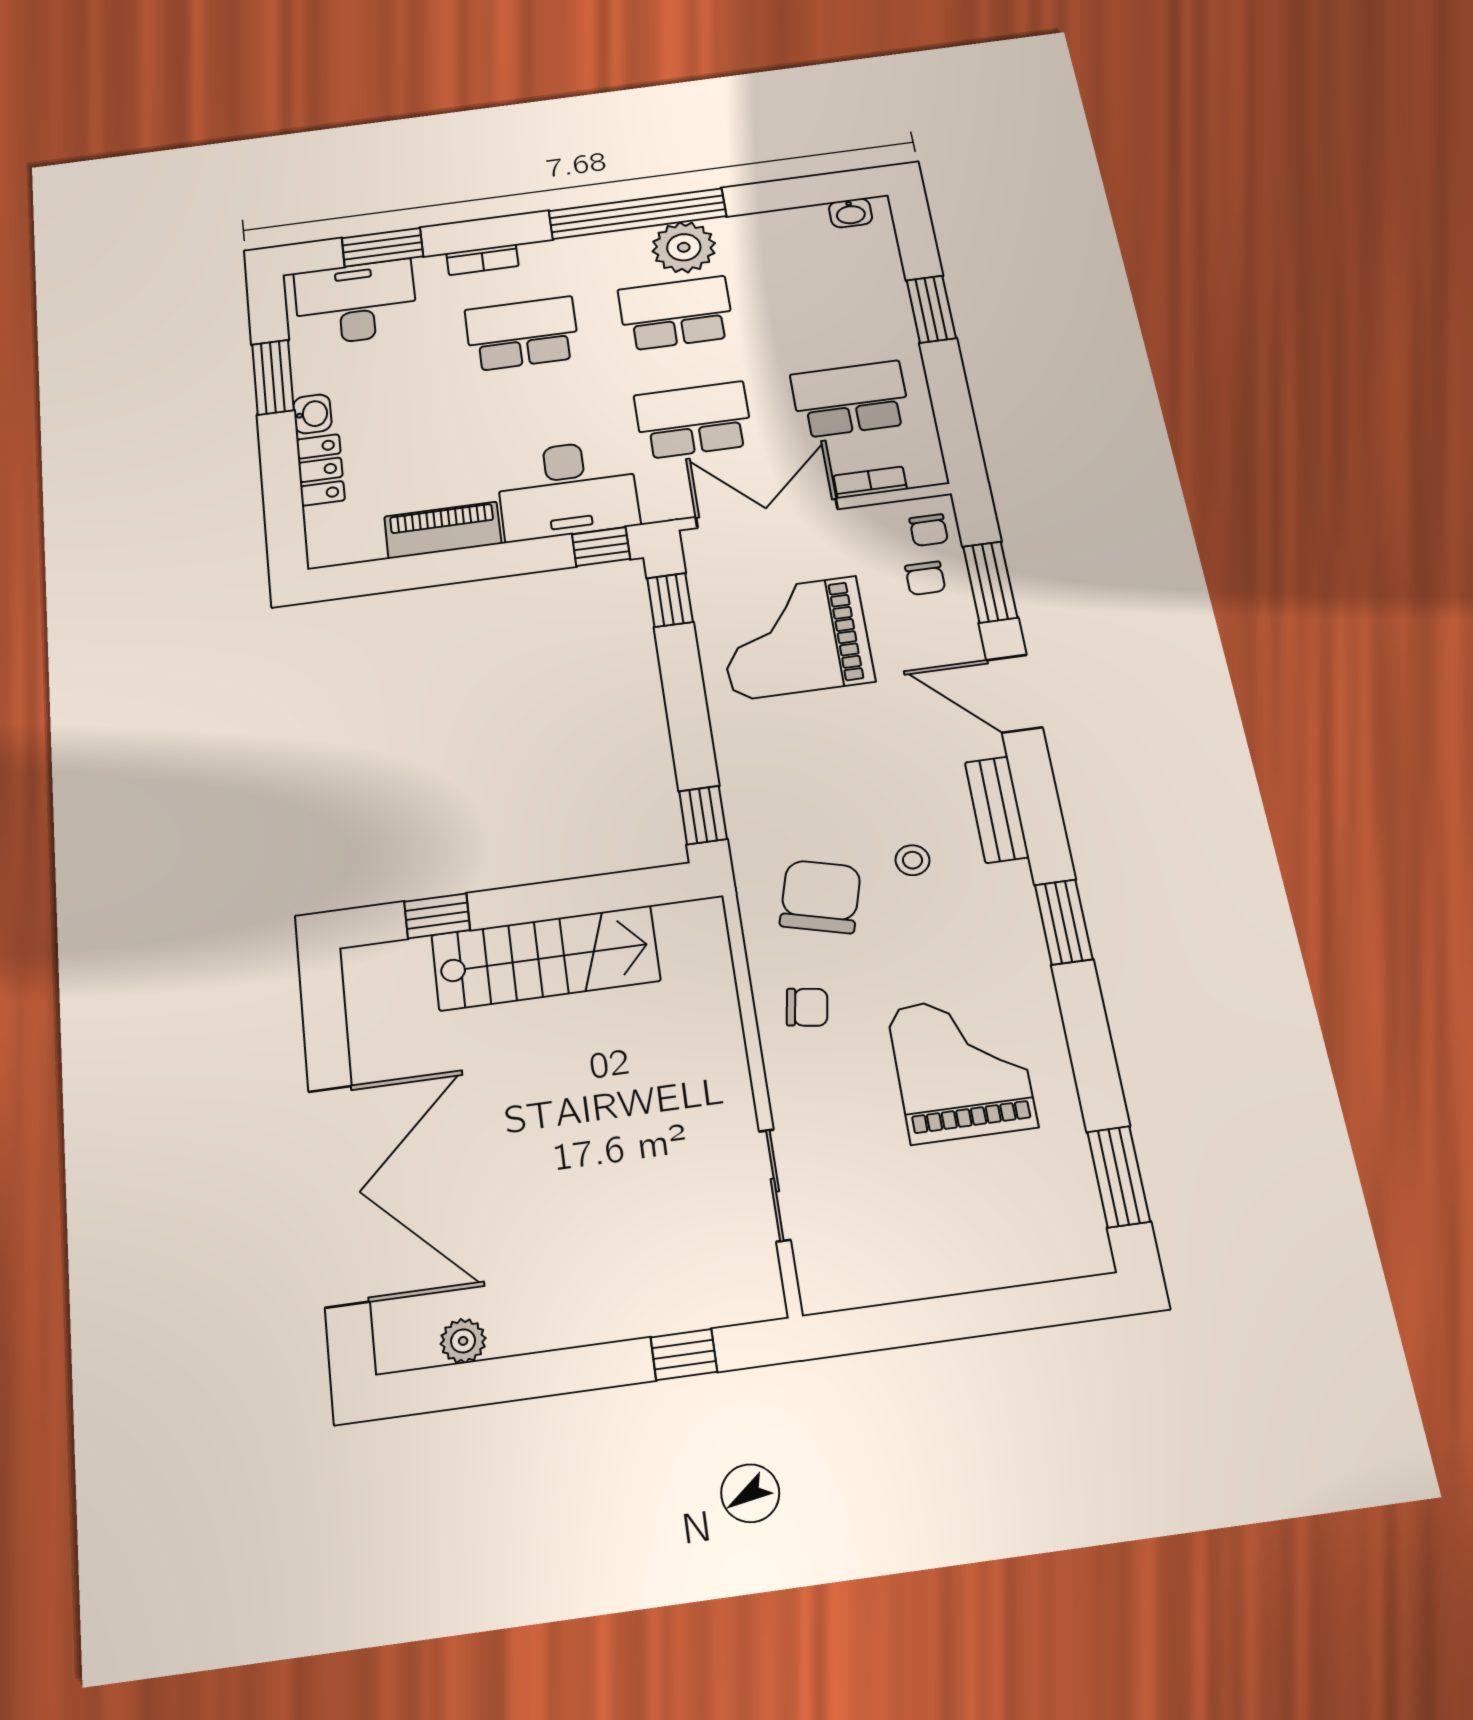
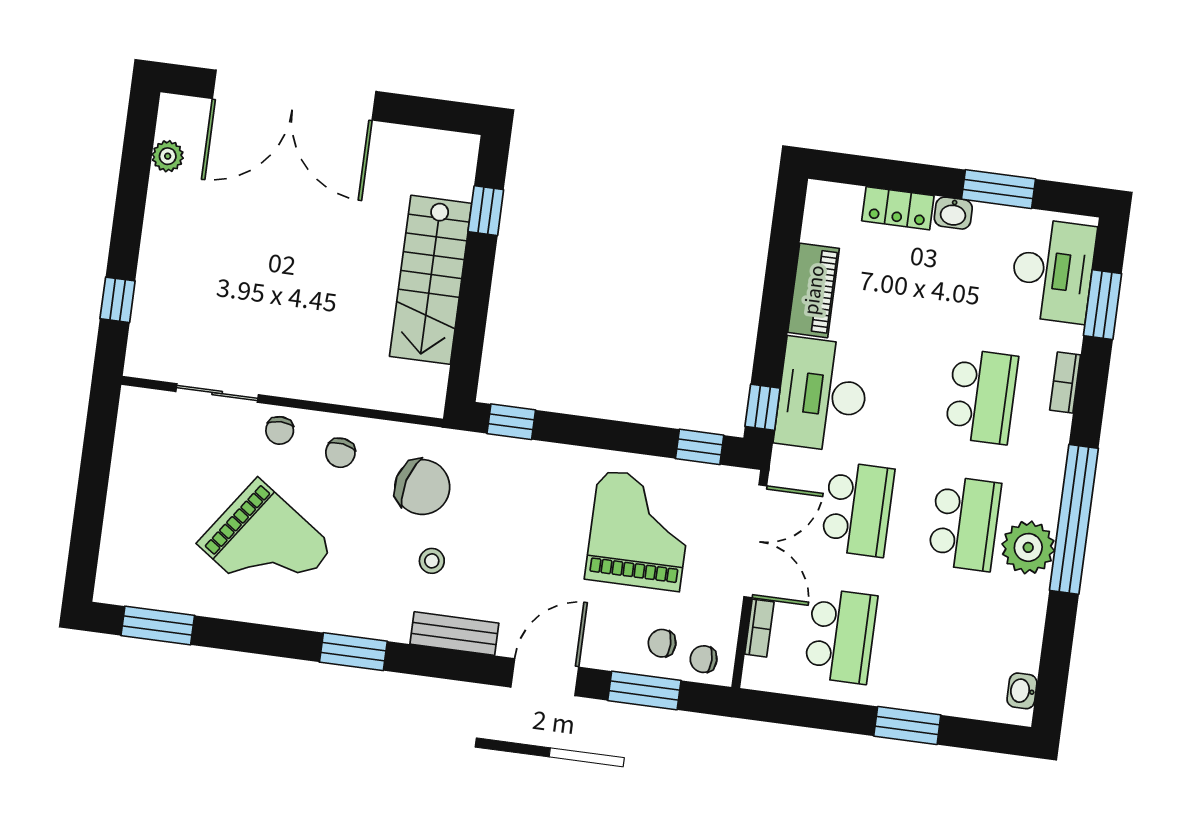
grand piano: (962, 1067) -> (265, 546), turned 35
chair: (801, 1091) -> (280, 430), added

